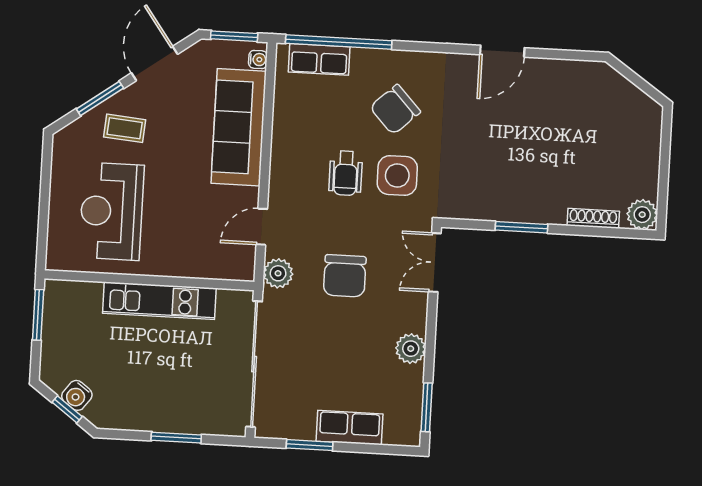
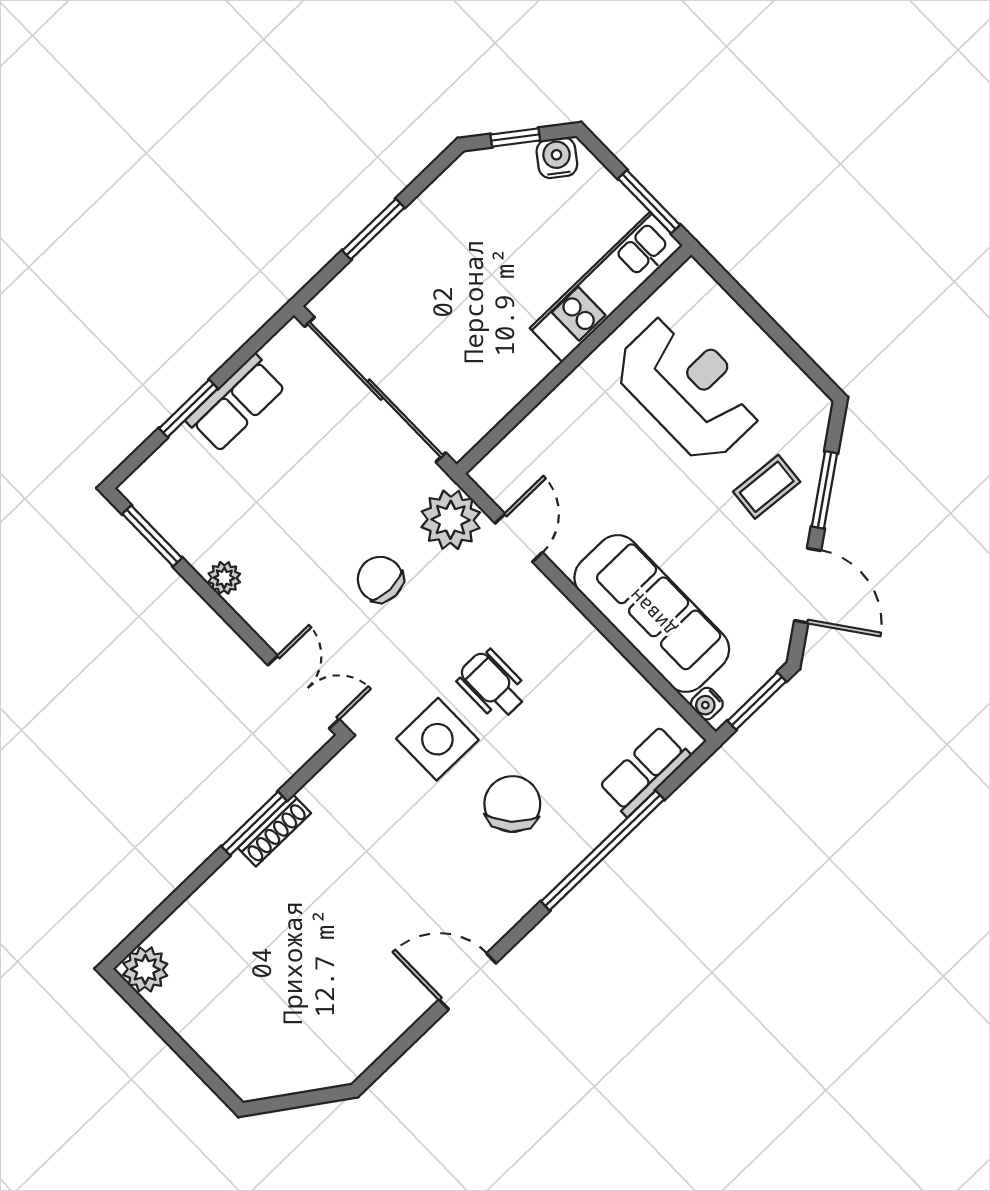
window: (339, 42) -> (603, 850), moved
door: (502, 51) -> (468, 981), hinge flipped
shoe rack: (593, 218) -> (274, 831), moved
plant: (278, 273) -> (451, 520), width x1.36, depth x1.36
chair: (345, 276) -> (380, 579), width x0.73, depth x0.73
kitchen unit: (159, 301) -> (606, 287), moved
plant: (411, 349) -> (224, 578), width x0.73, depth x0.73
water cooler: (77, 395) -> (557, 158), moved
row of seats: (350, 428) -> (236, 403), moved
window: (310, 445) -> (188, 408), moved

